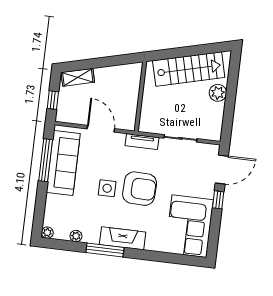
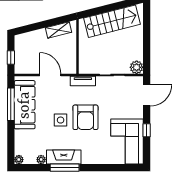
shelving: (78, 77) -> (58, 30), moved
plant: (218, 93) -> (137, 67), moved
armchair: (140, 189) -> (85, 117), turned 88
window: (218, 200) -> (147, 130), moved
fireplace: (123, 238) -> (64, 157), moved

